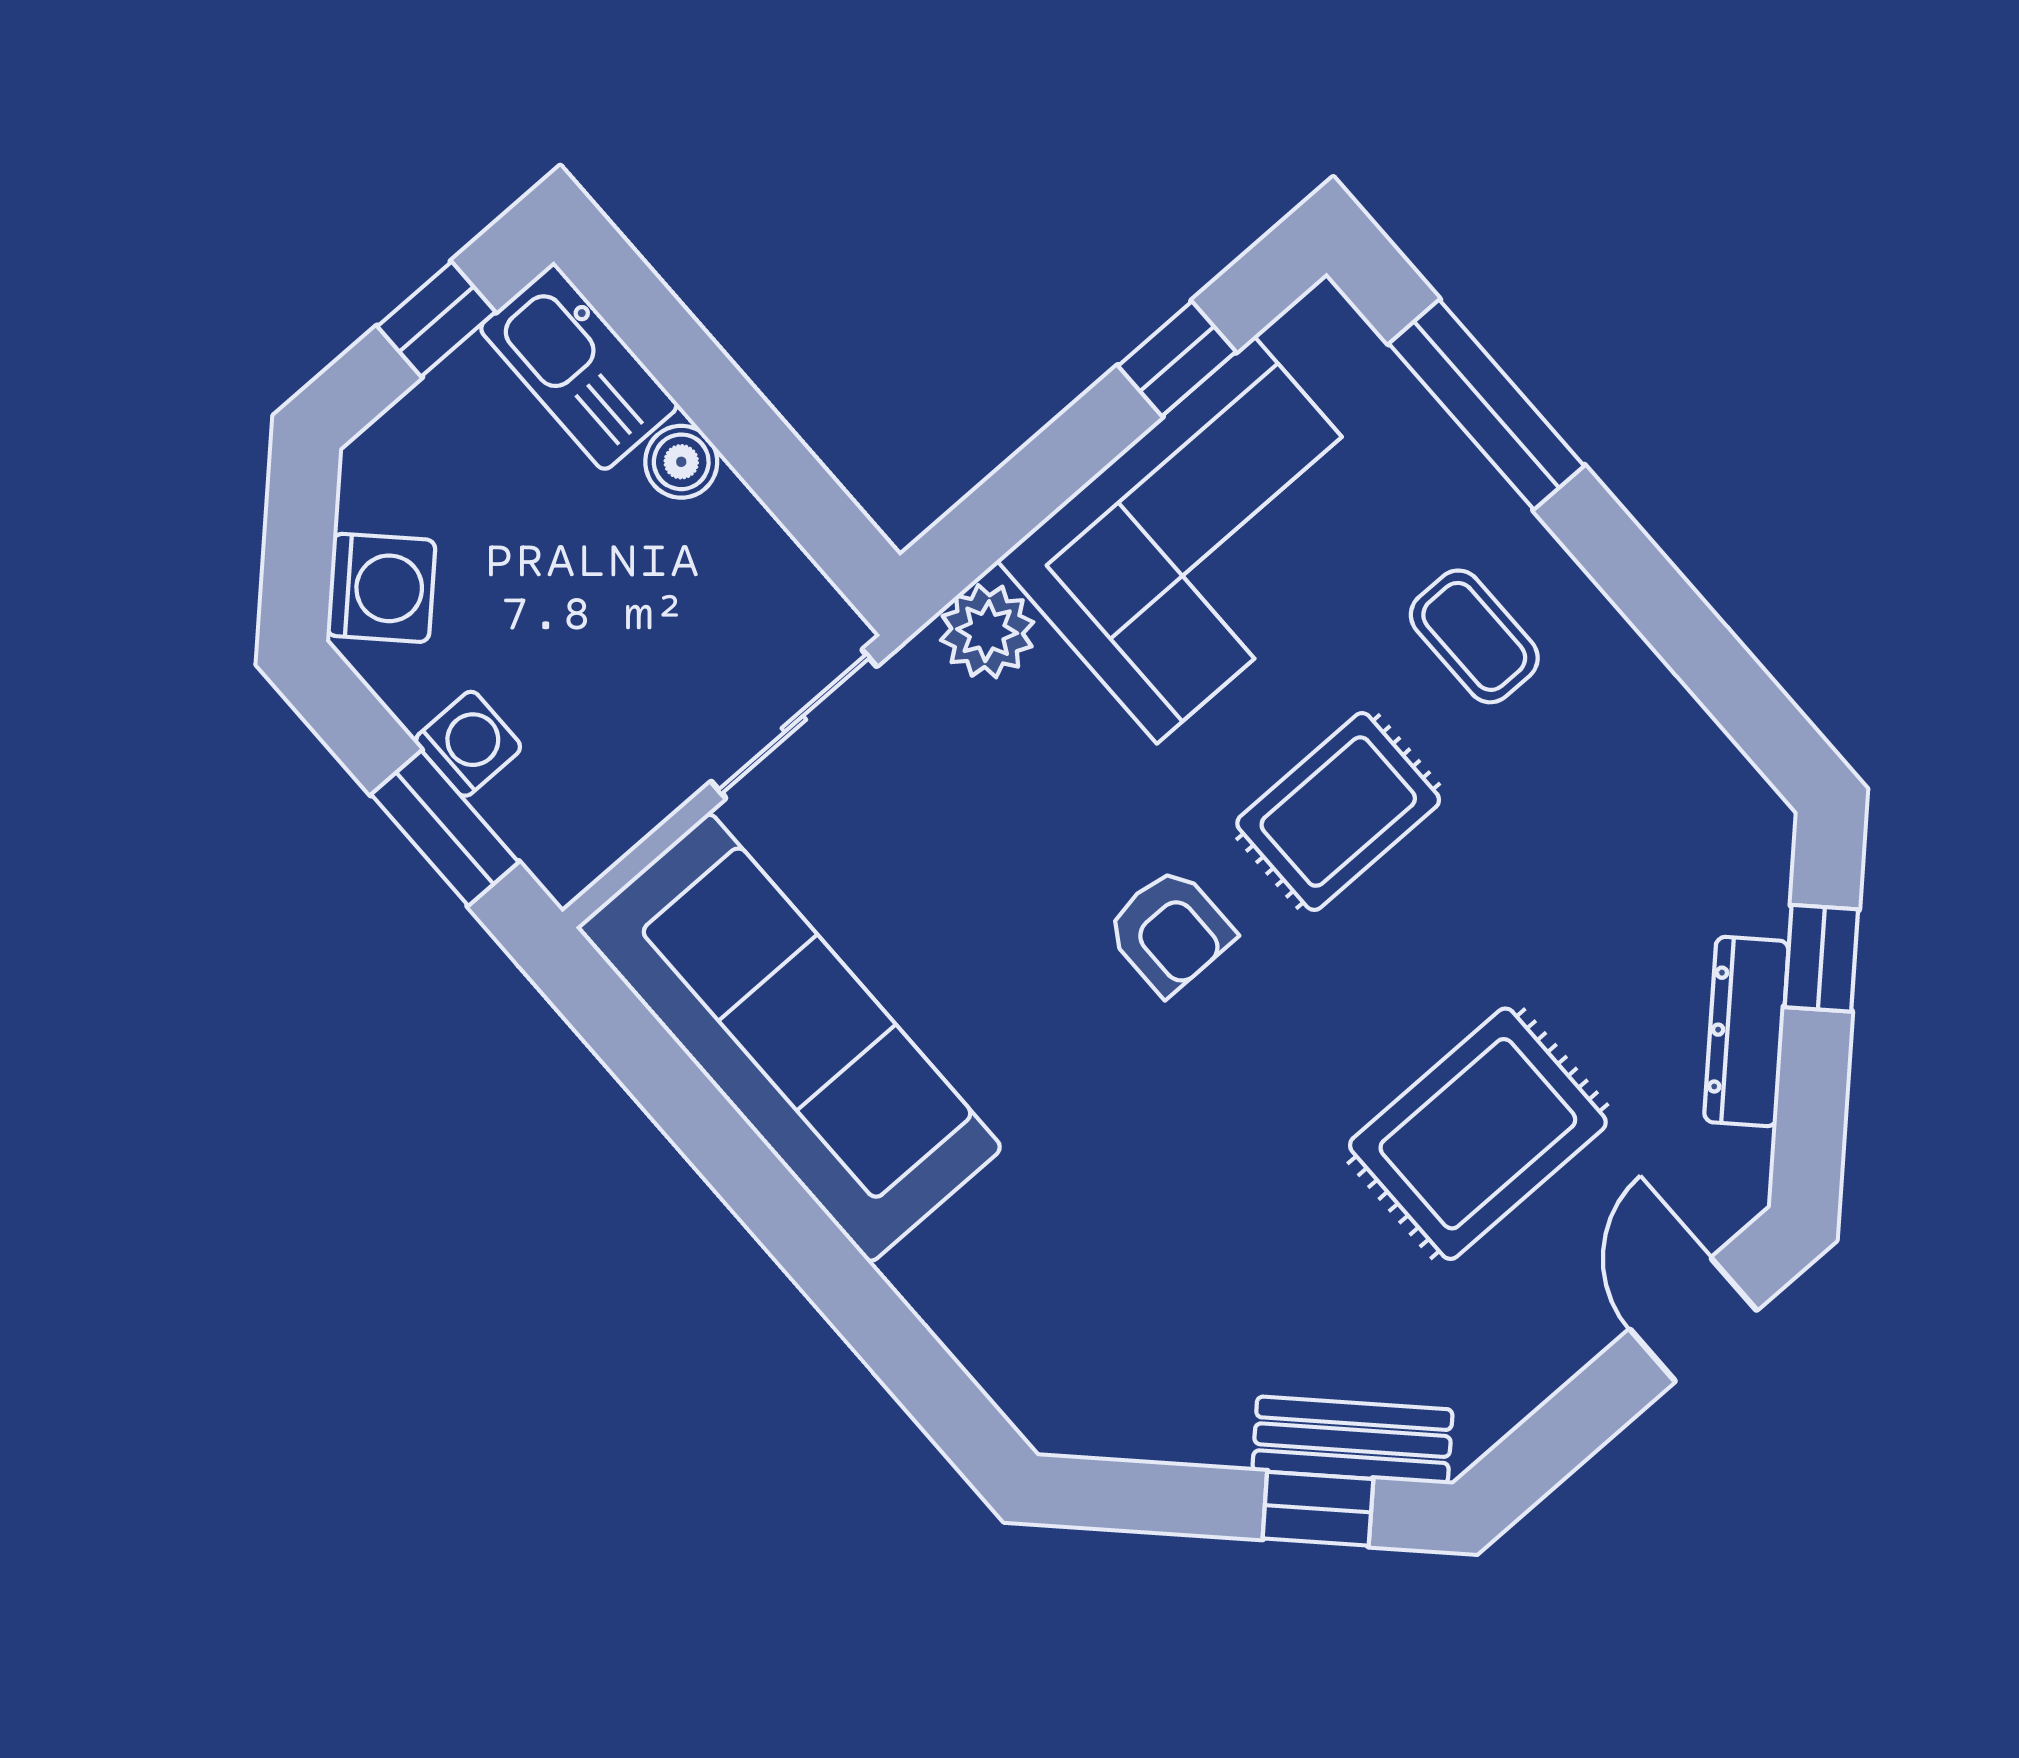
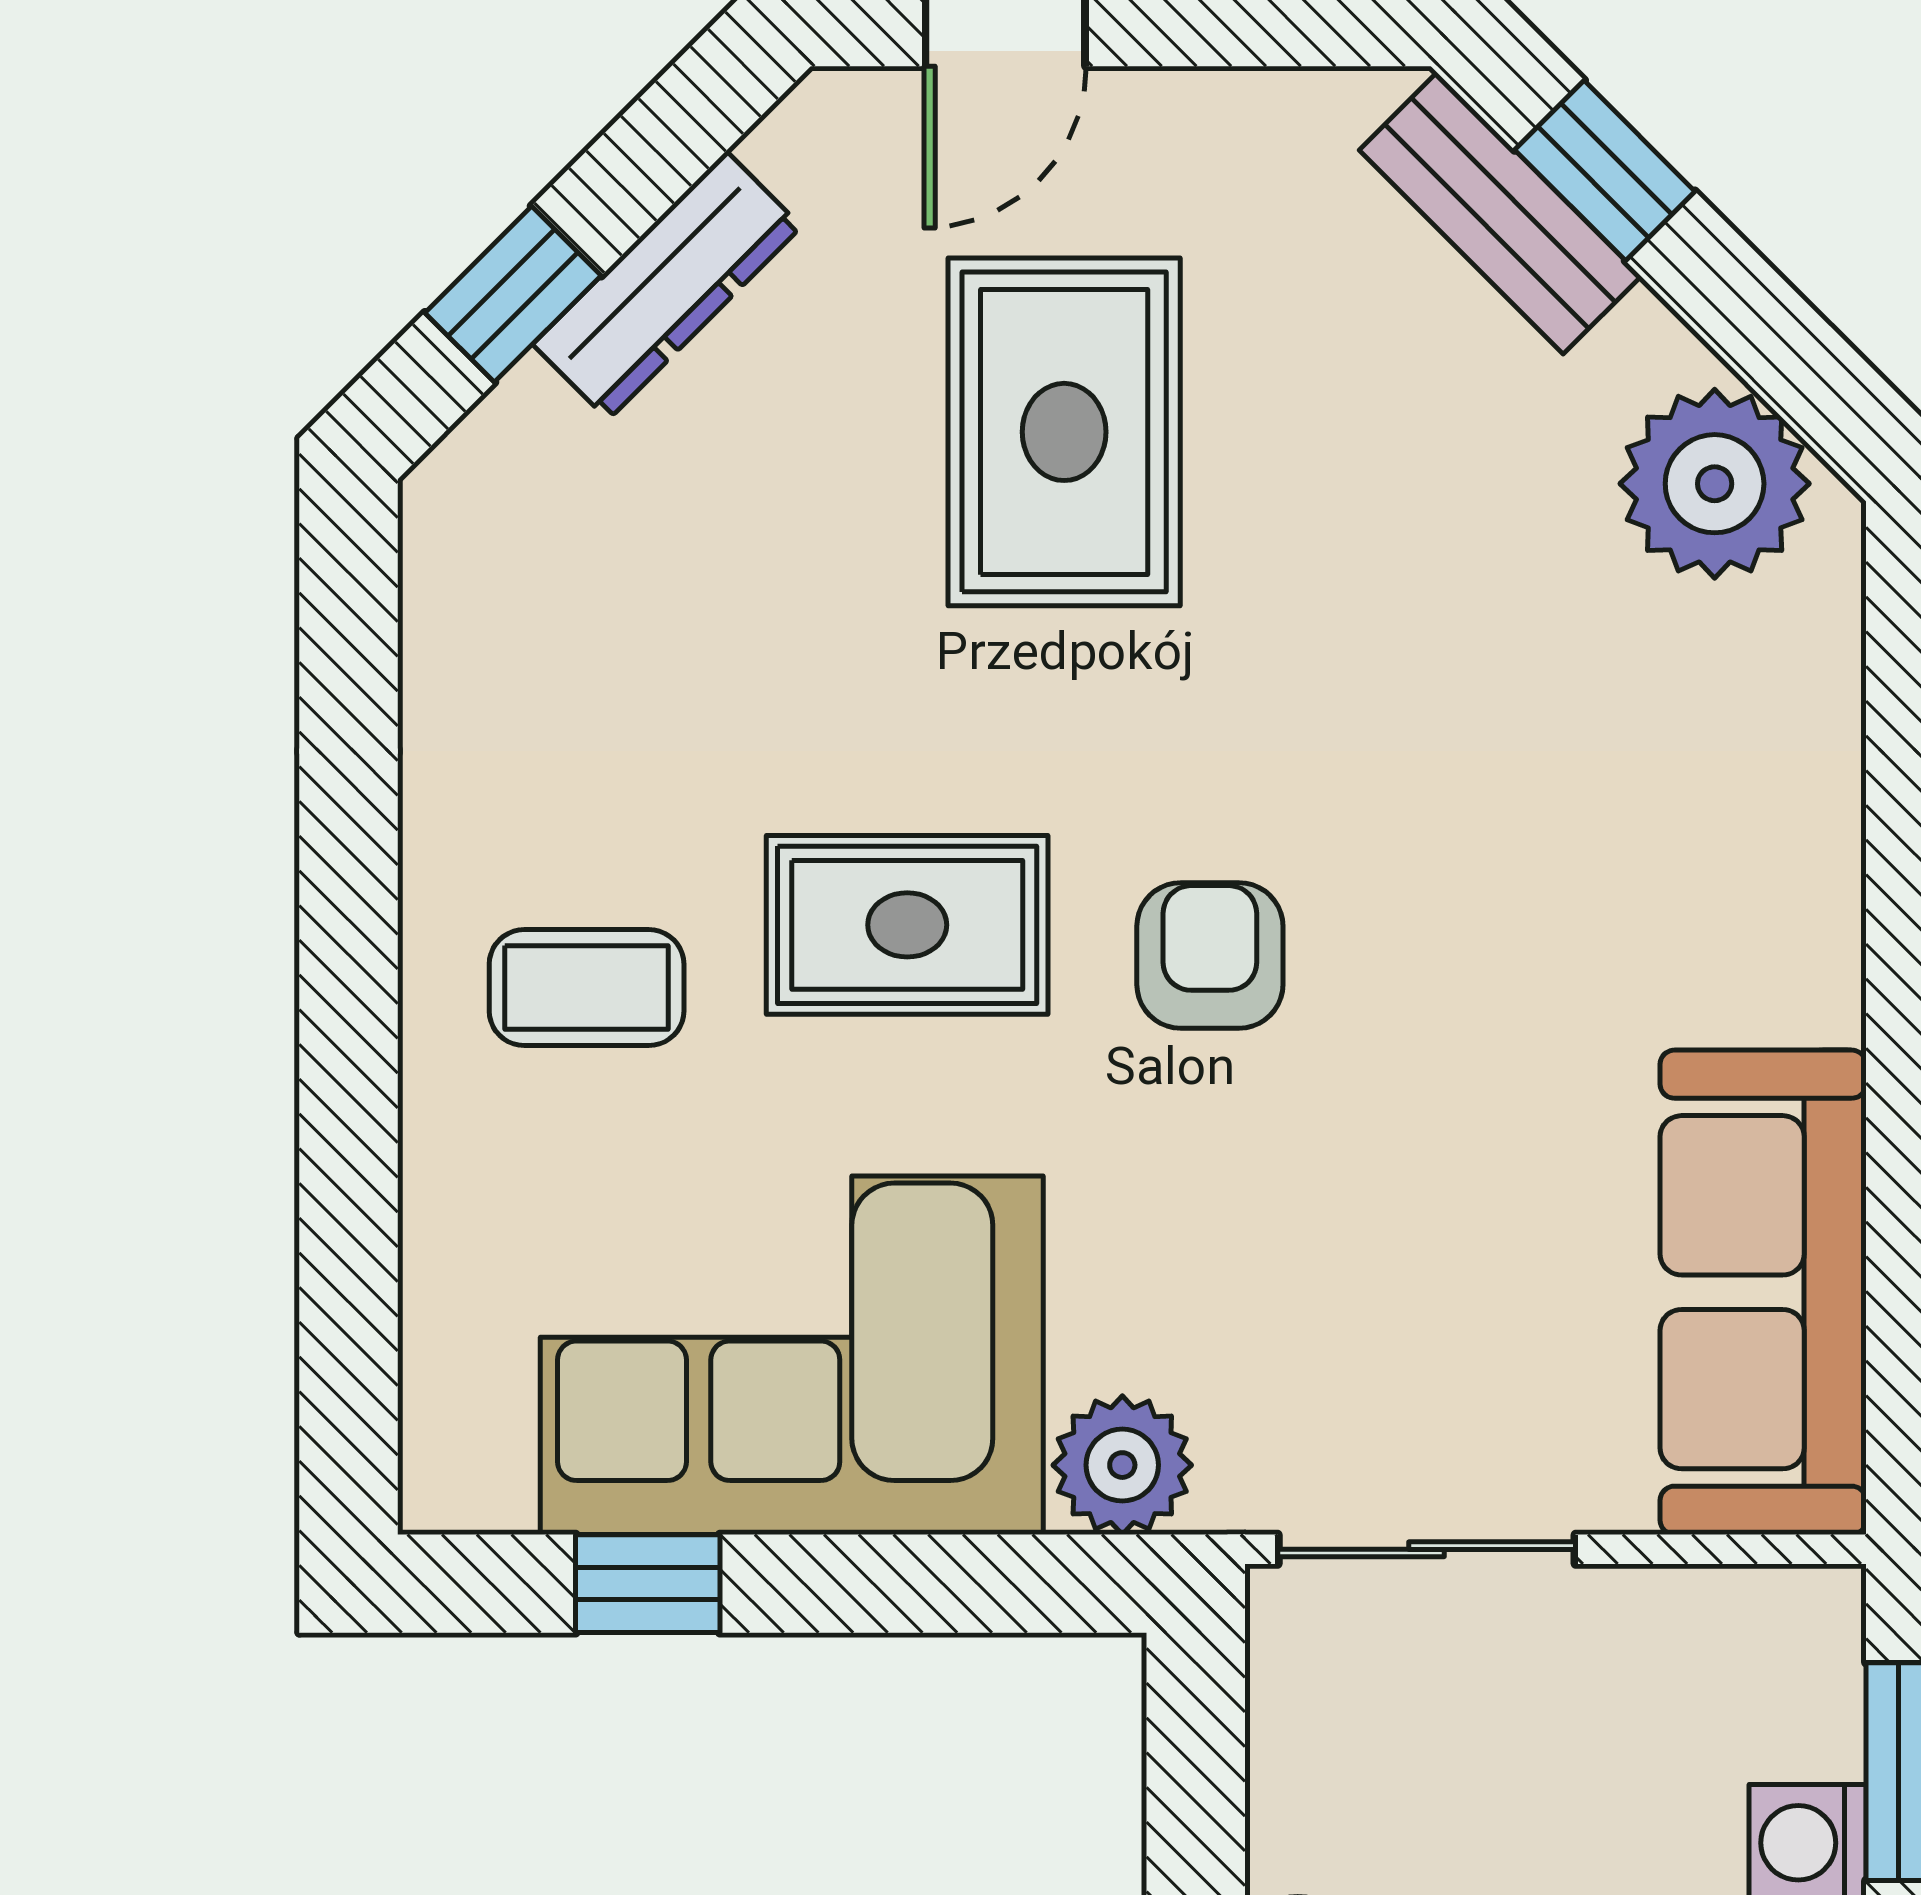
window: (1487, 405) -> (349, 1233), removed
coffee table: (1474, 636) -> (587, 988), turned 90
sofa: (790, 1038) -> (1763, 1292), width x0.74, depth x0.79
rug: (1478, 1134) -> (1064, 432), turned 90
plant: (1122, 1397) -> (1715, 484), added

